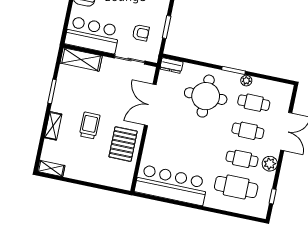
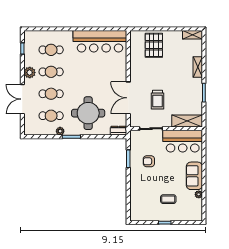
armchair: (141, 33) -> (149, 161), moved
double door: (150, 105) -> (128, 98), swing flipped
trolley: (90, 126) -> (158, 100), moved
pallet: (123, 144) -> (154, 45), moved
cafe table: (236, 187) -> (51, 50), width x0.73, depth x0.74

